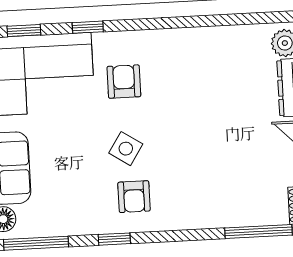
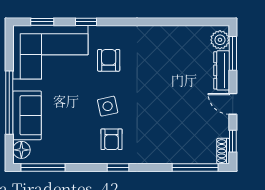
side table: (126, 149) -> (108, 106), turned 45
window: (114, 239) -> (118, 168), moved

